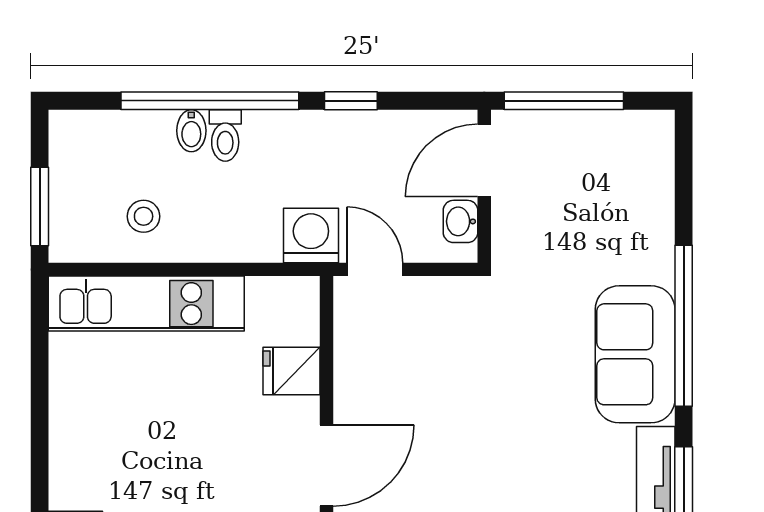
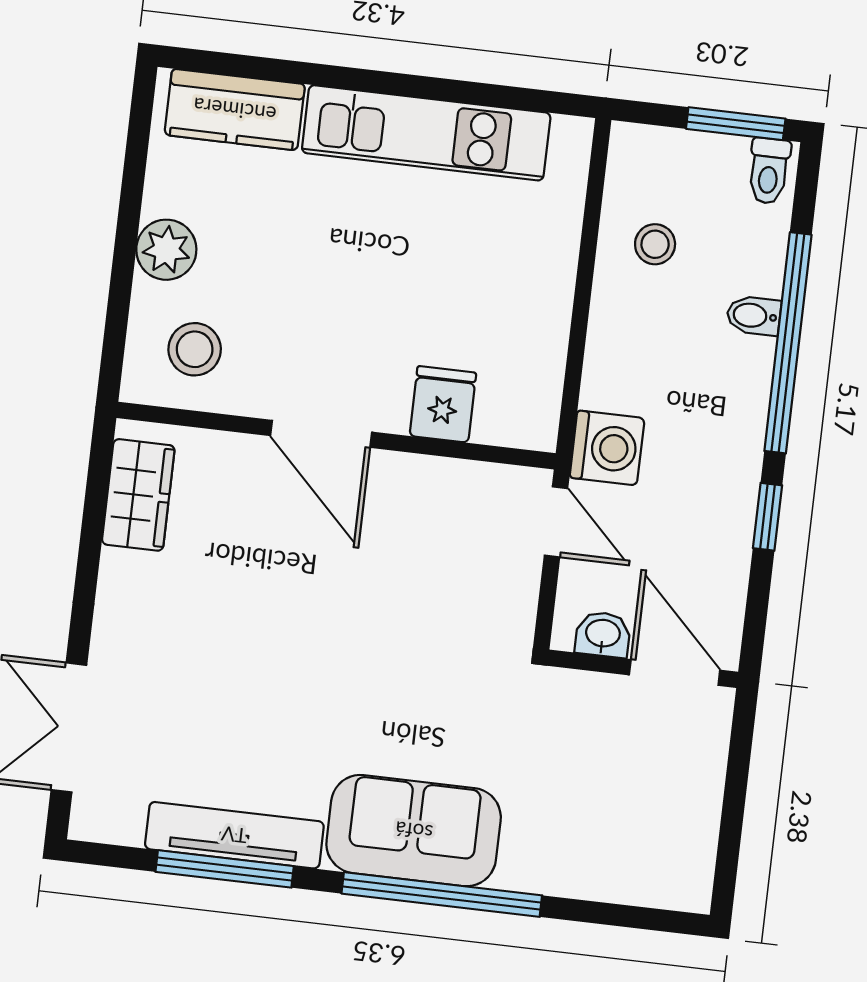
window: (564, 101) -> (737, 779), removed
toilet: (225, 135) -> (769, 171), moved, turned -90
window: (40, 206) -> (736, 124), moved
door: (375, 269) -> (556, 522), hinge flipped
kitchen unit: (146, 304) -> (426, 133), moved, turned -90

